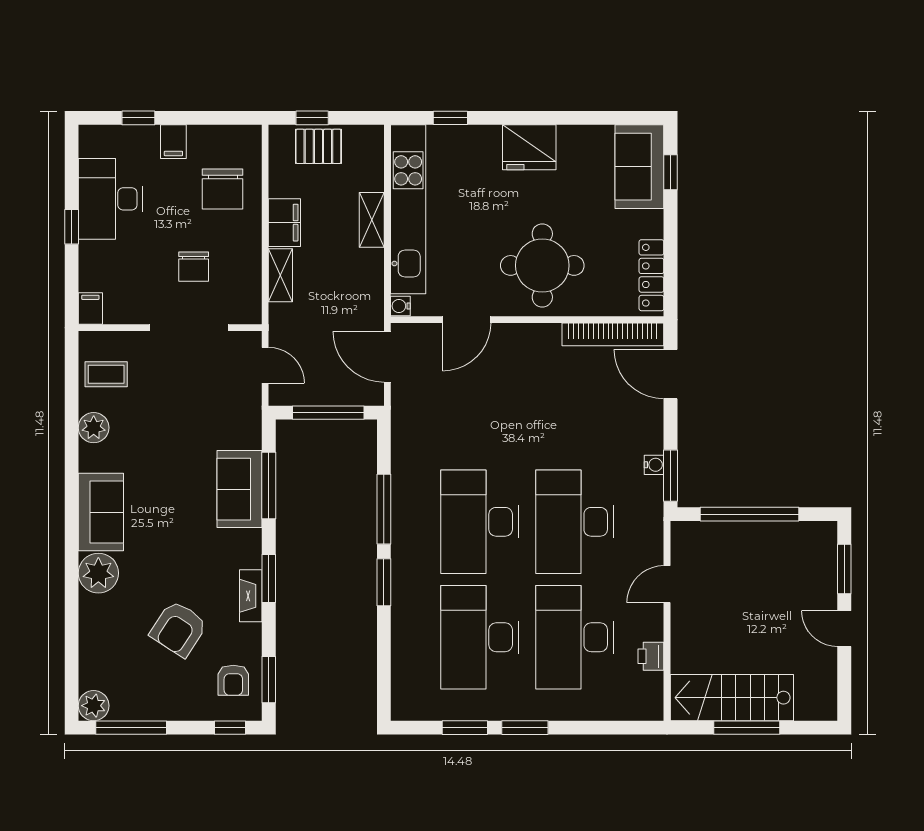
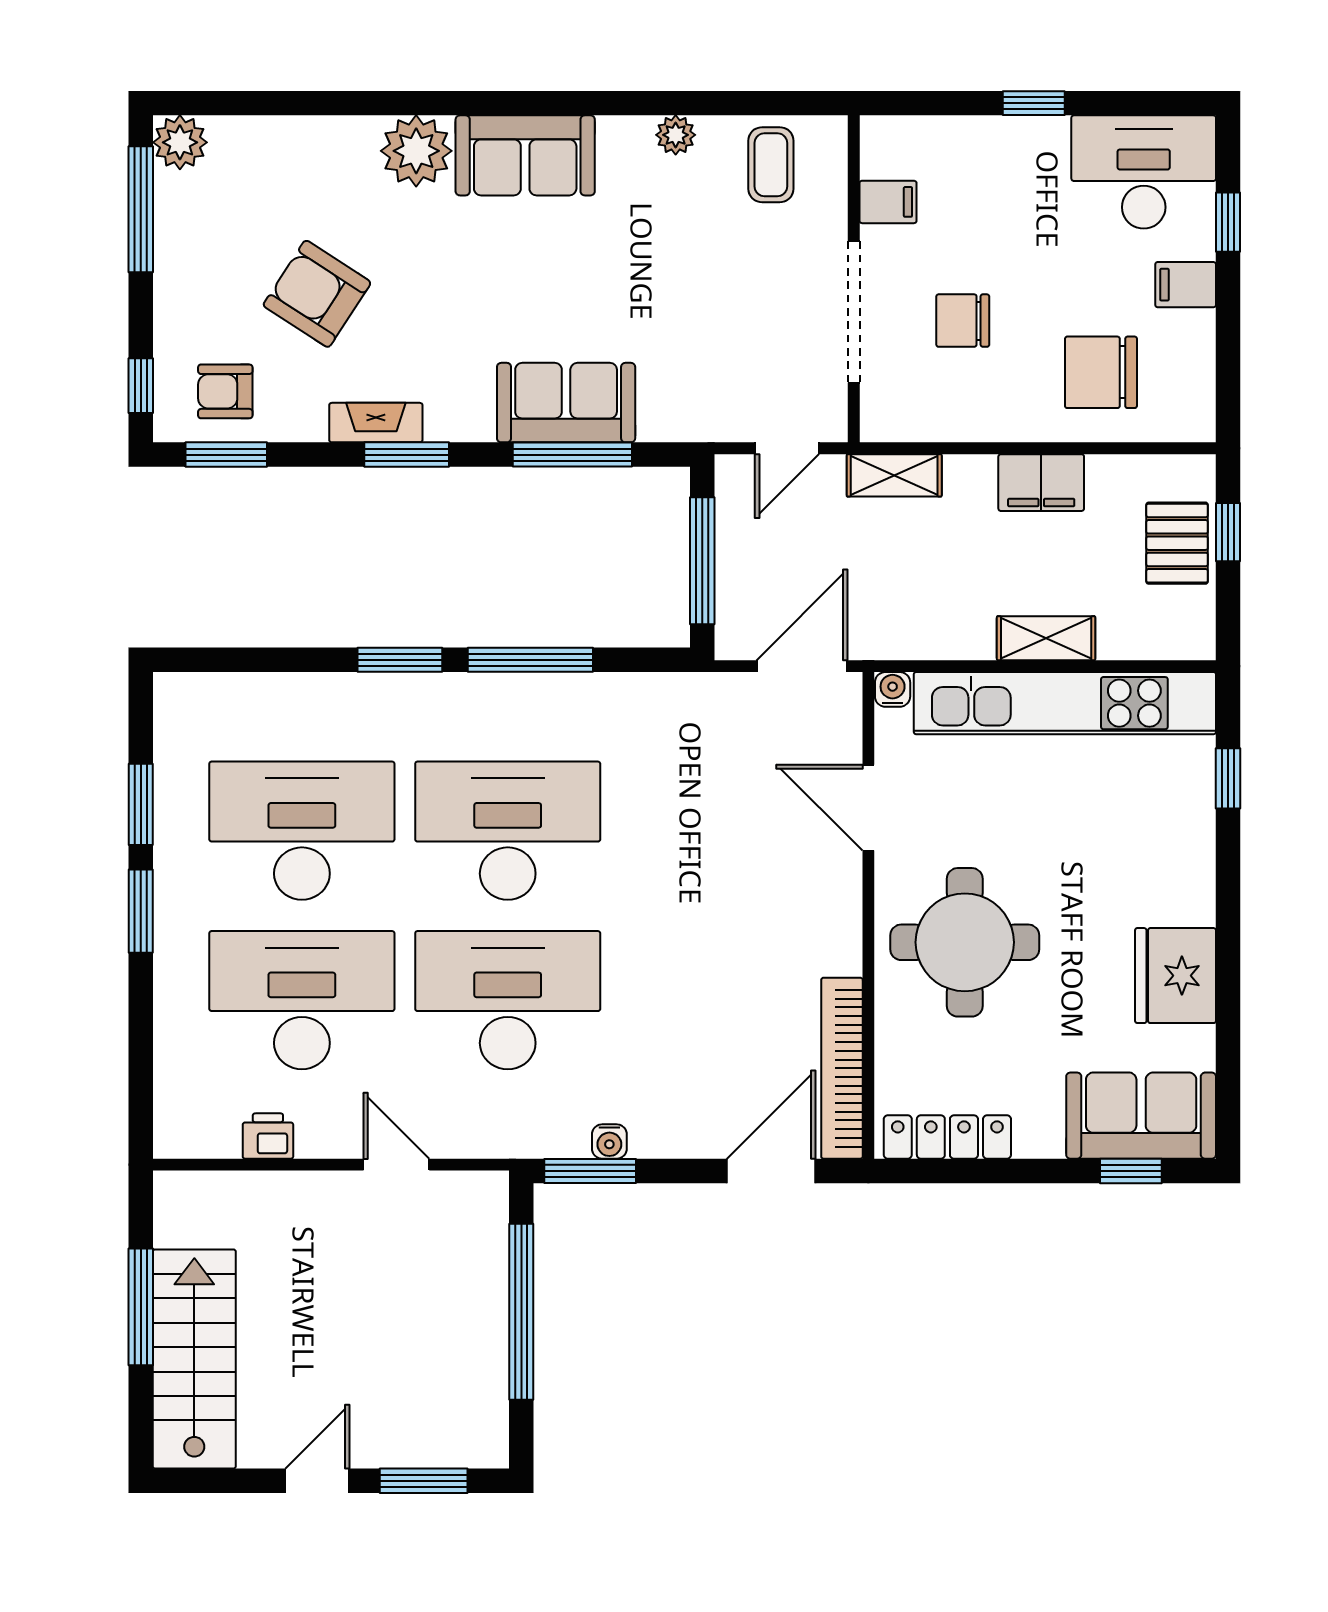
fridge: (529, 147) -> (1176, 976), moved
desk: (110, 199) -> (1144, 172), moved
shelving: (280, 275) -> (894, 475), moved
filing cabinet: (90, 308) -> (888, 202), moved
plant: (94, 428) -> (676, 135), width x0.73, depth x0.73
stairs: (732, 698) -> (194, 1359), moved

